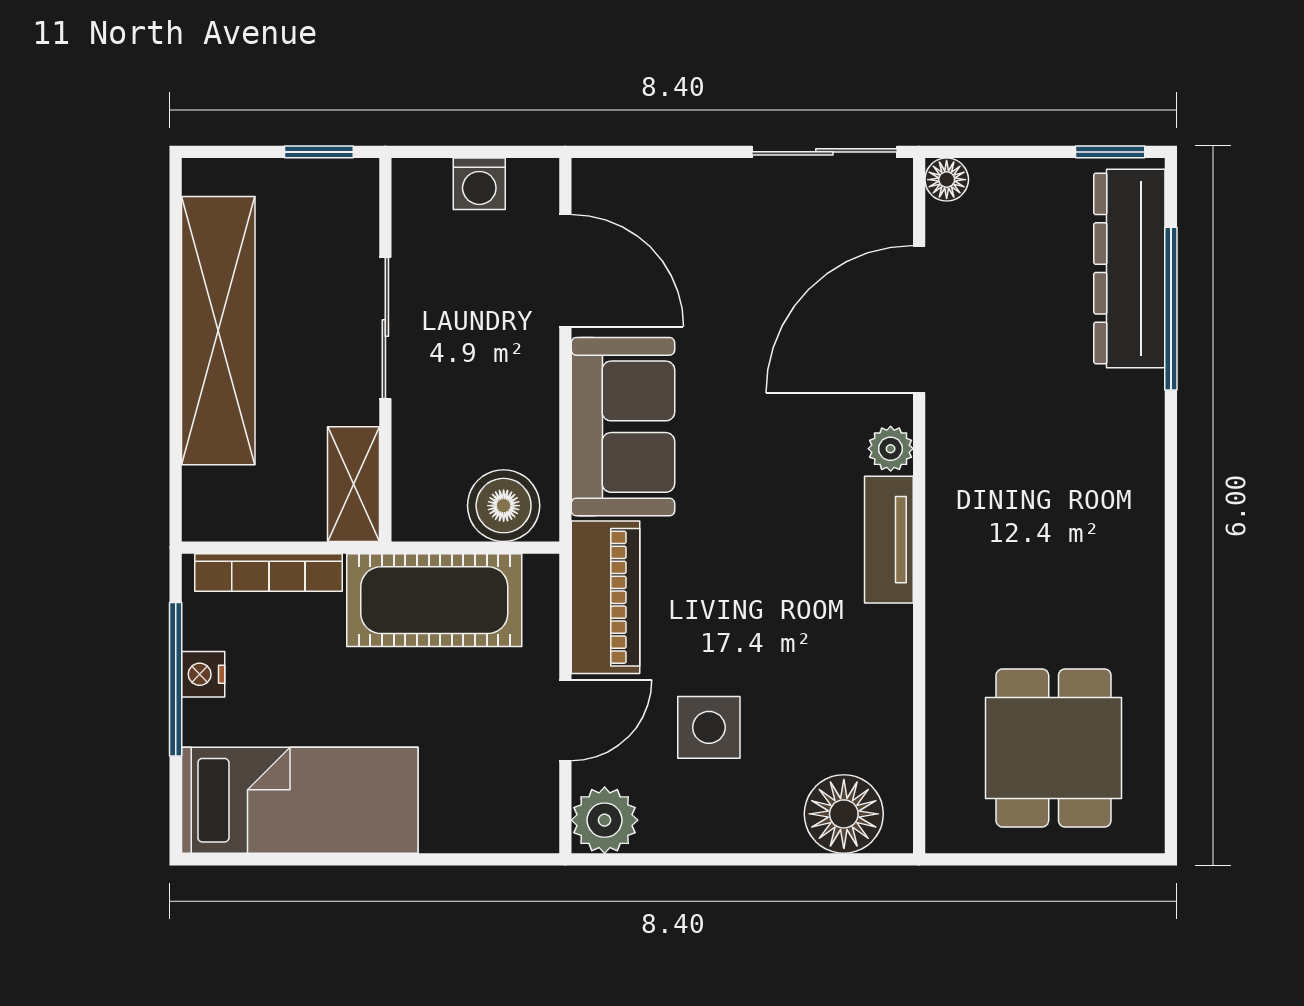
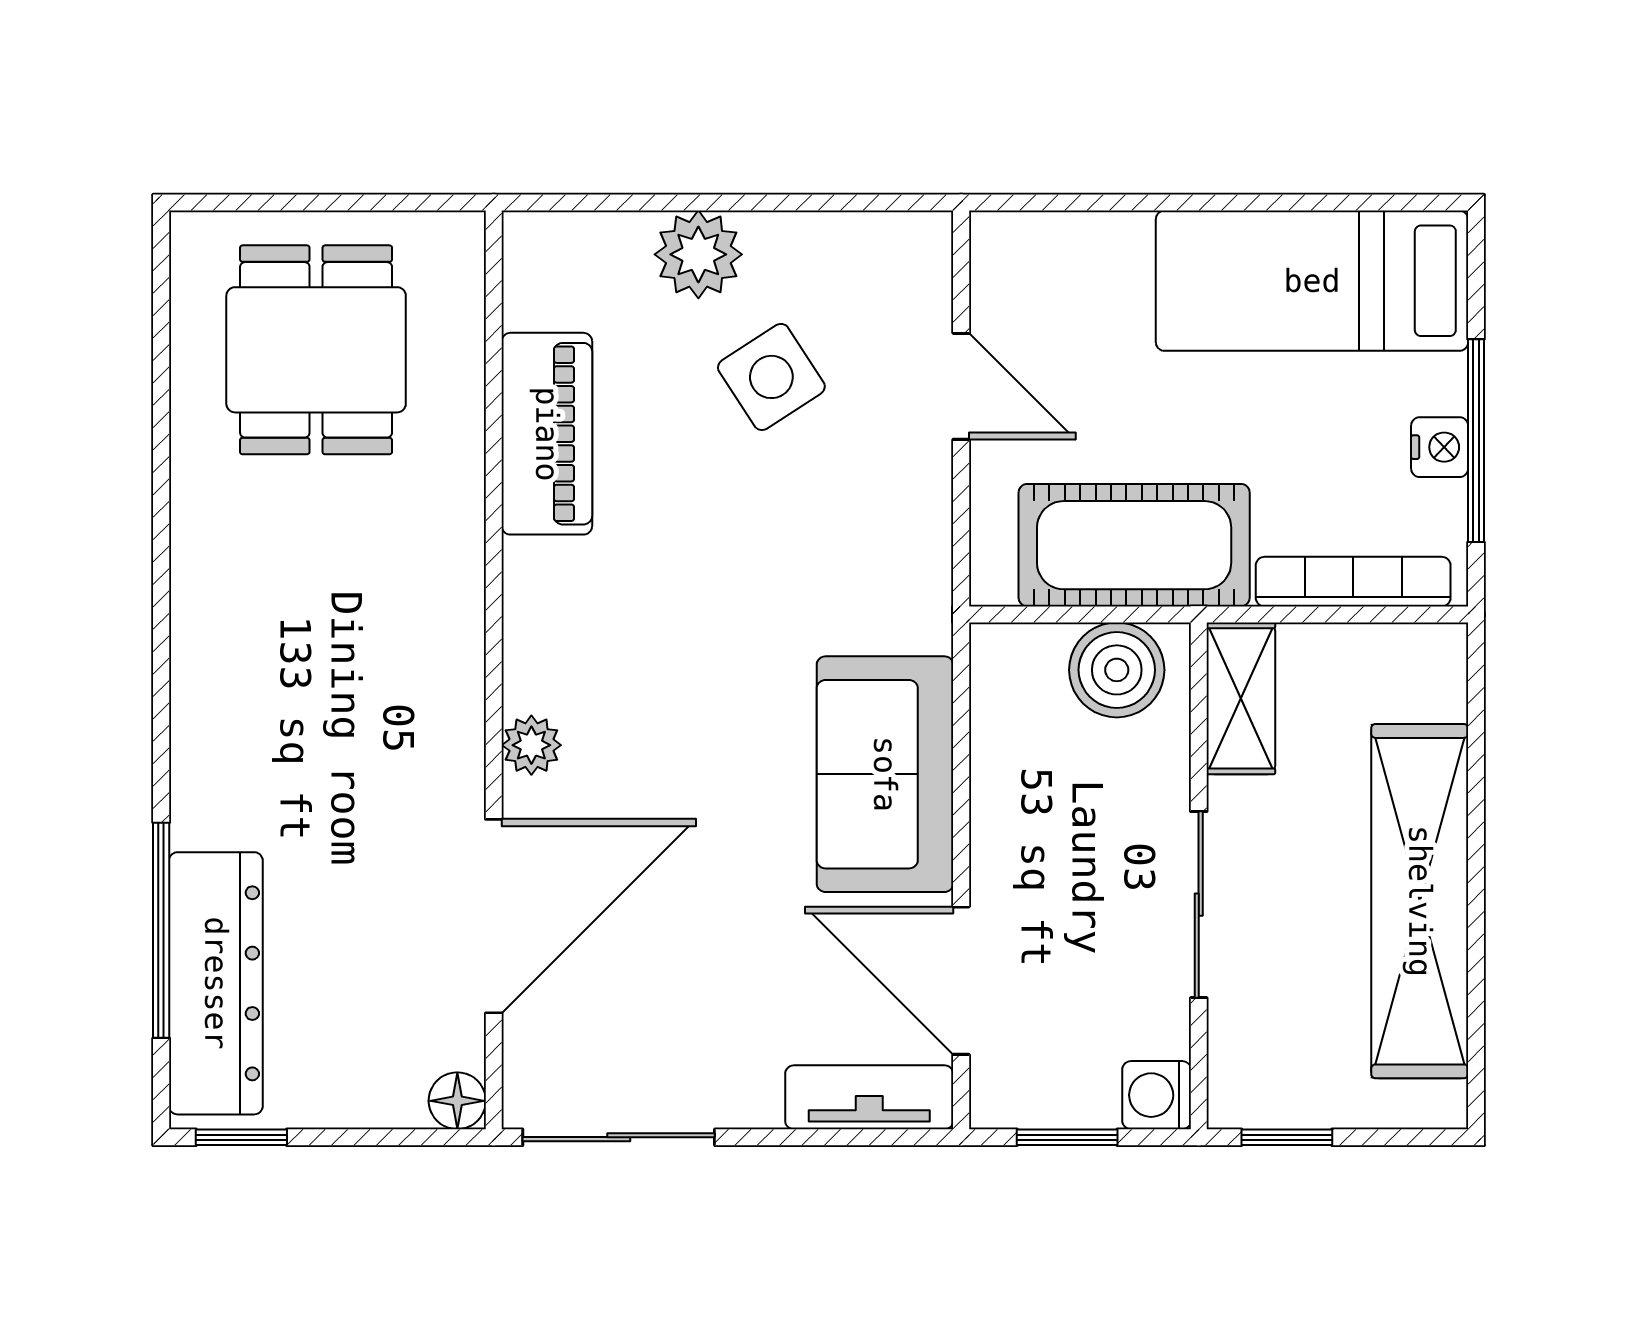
window: (485, 152) -> (1067, 1137), added
washing machine: (479, 184) -> (1157, 1095), moved, turned -90
boiler: (504, 506) -> (1117, 670), moved
tv unit: (889, 540) -> (869, 1097), moved, turned -90
piano: (605, 597) -> (547, 434), moved, turned 180
door: (565, 720) -> (961, 386), swing flipped
side table: (709, 727) -> (771, 377), turned -33
floor lamp: (844, 814) -> (593, 263), removed
plant: (605, 820) -> (698, 254), moved

